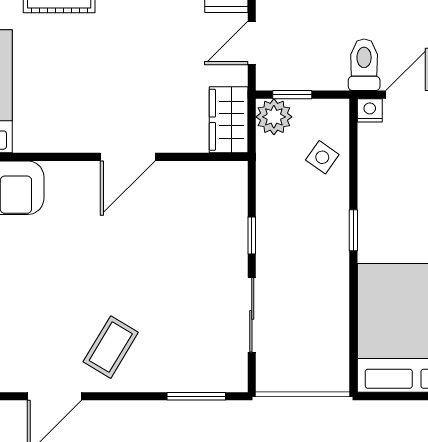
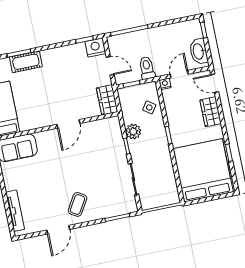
door: (252, 43) -> (110, 66), swing flipped
toilet: (364, 65) -> (147, 68), moved
plant: (274, 117) -> (133, 132), moved

